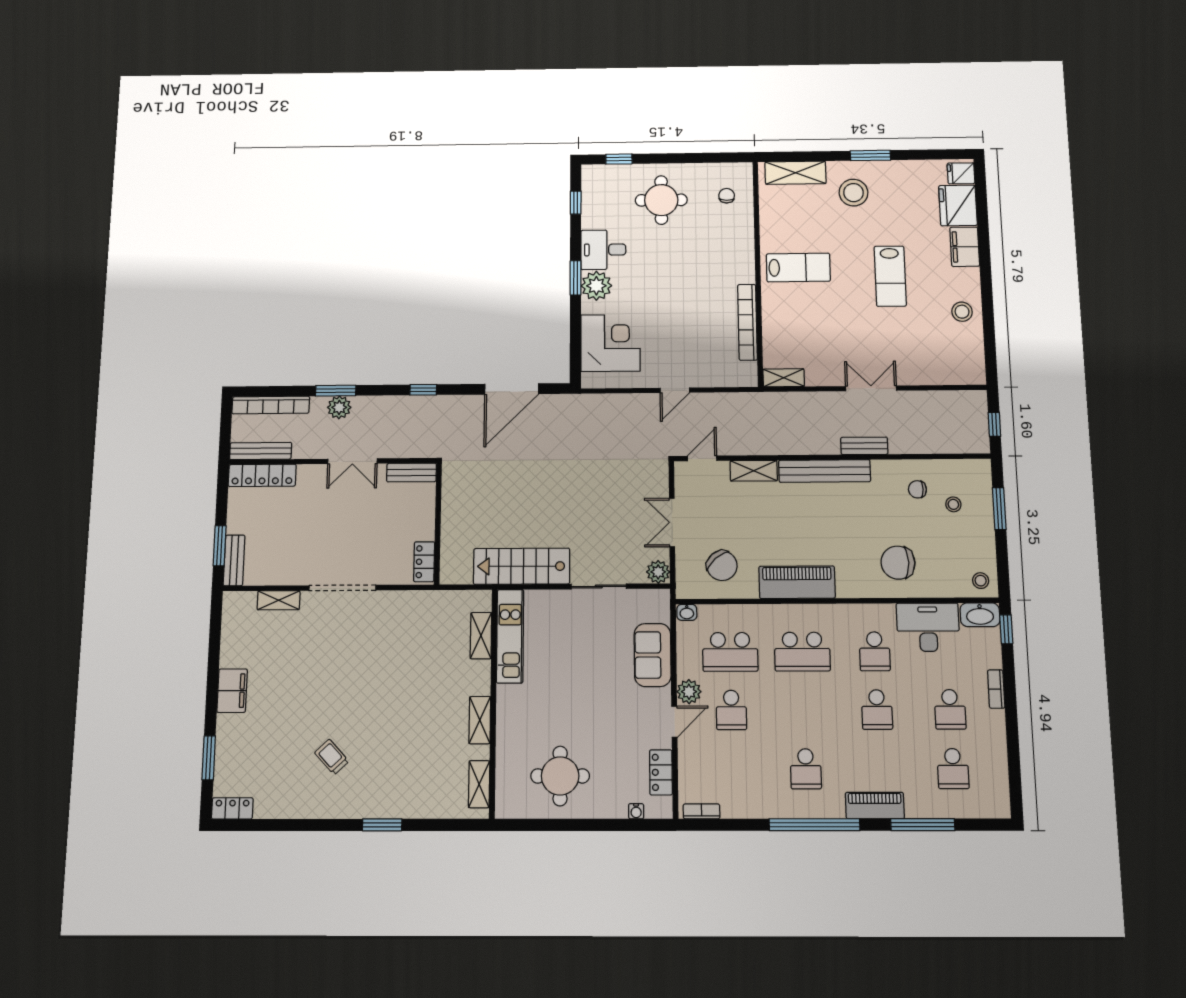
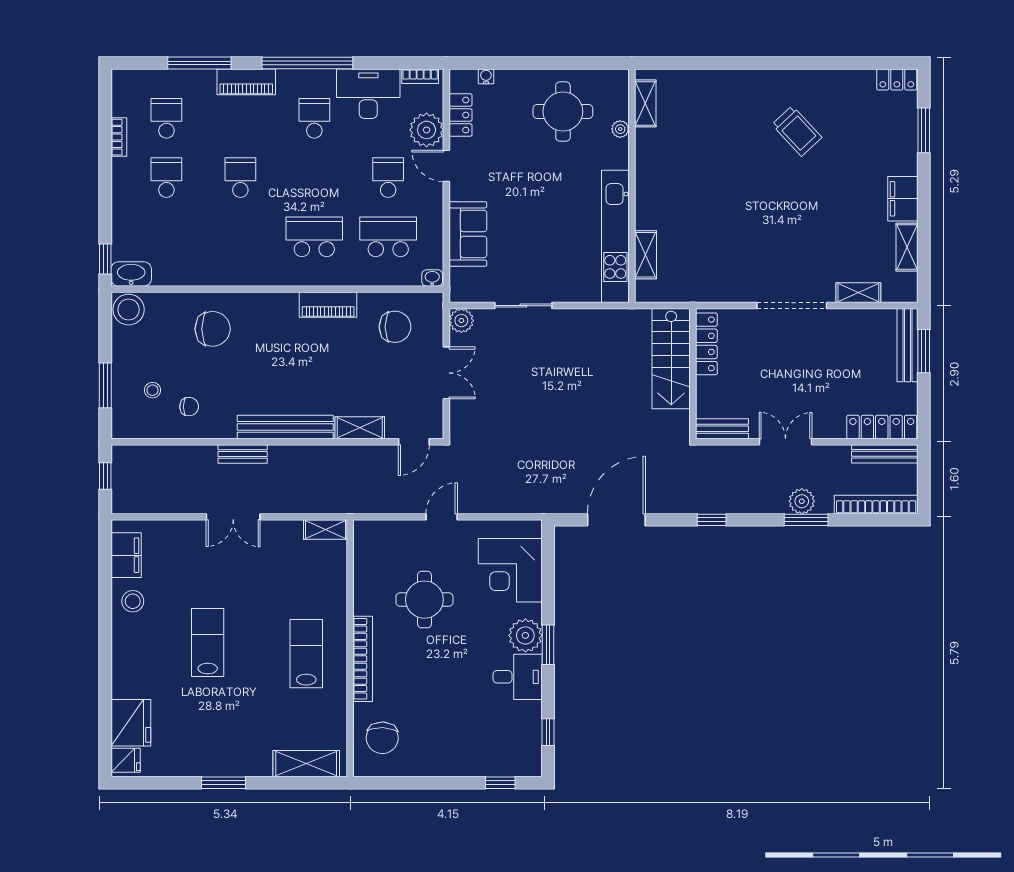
stool: (853, 193) -> (244, 739), removed
chair: (727, 196) -> (382, 738), width x1.87, depth x1.87
round table: (661, 200) -> (424, 600), moved
filing cabinet: (965, 247) -> (126, 555), moved
lab bench: (798, 268) -> (306, 654), turned 90
bookcase: (747, 322) -> (363, 659), moved
bench: (234, 560) -> (907, 345), width x1.36
locker: (424, 562) -> (706, 344), width x1.53
stairs: (522, 566) -> (671, 359), moved, turned 90
chair: (722, 566) -> (395, 327), turned 131
stool: (981, 581) -> (129, 310), width x1.89, depth x1.89
piano: (797, 582) -> (328, 305), width x0.73, depth x0.75
desk: (928, 627) -> (368, 94), moved, turned 180
kitchen unit: (510, 636) -> (615, 236), width x1.36
school desk: (875, 651) -> (240, 237), removed
bookcase: (996, 689) -> (119, 137), moved
plant: (689, 692) -> (427, 130), moved, width x1.36, depth x1.36
shelving: (480, 720) -> (907, 247), moved
door: (674, 722) -> (446, 166), hinge flipped
trolley: (332, 757) -> (797, 131), width x1.36, depth x1.39
plant: (504, 759) -> (620, 129), added
window: (382, 825) -> (743, 63), removed

